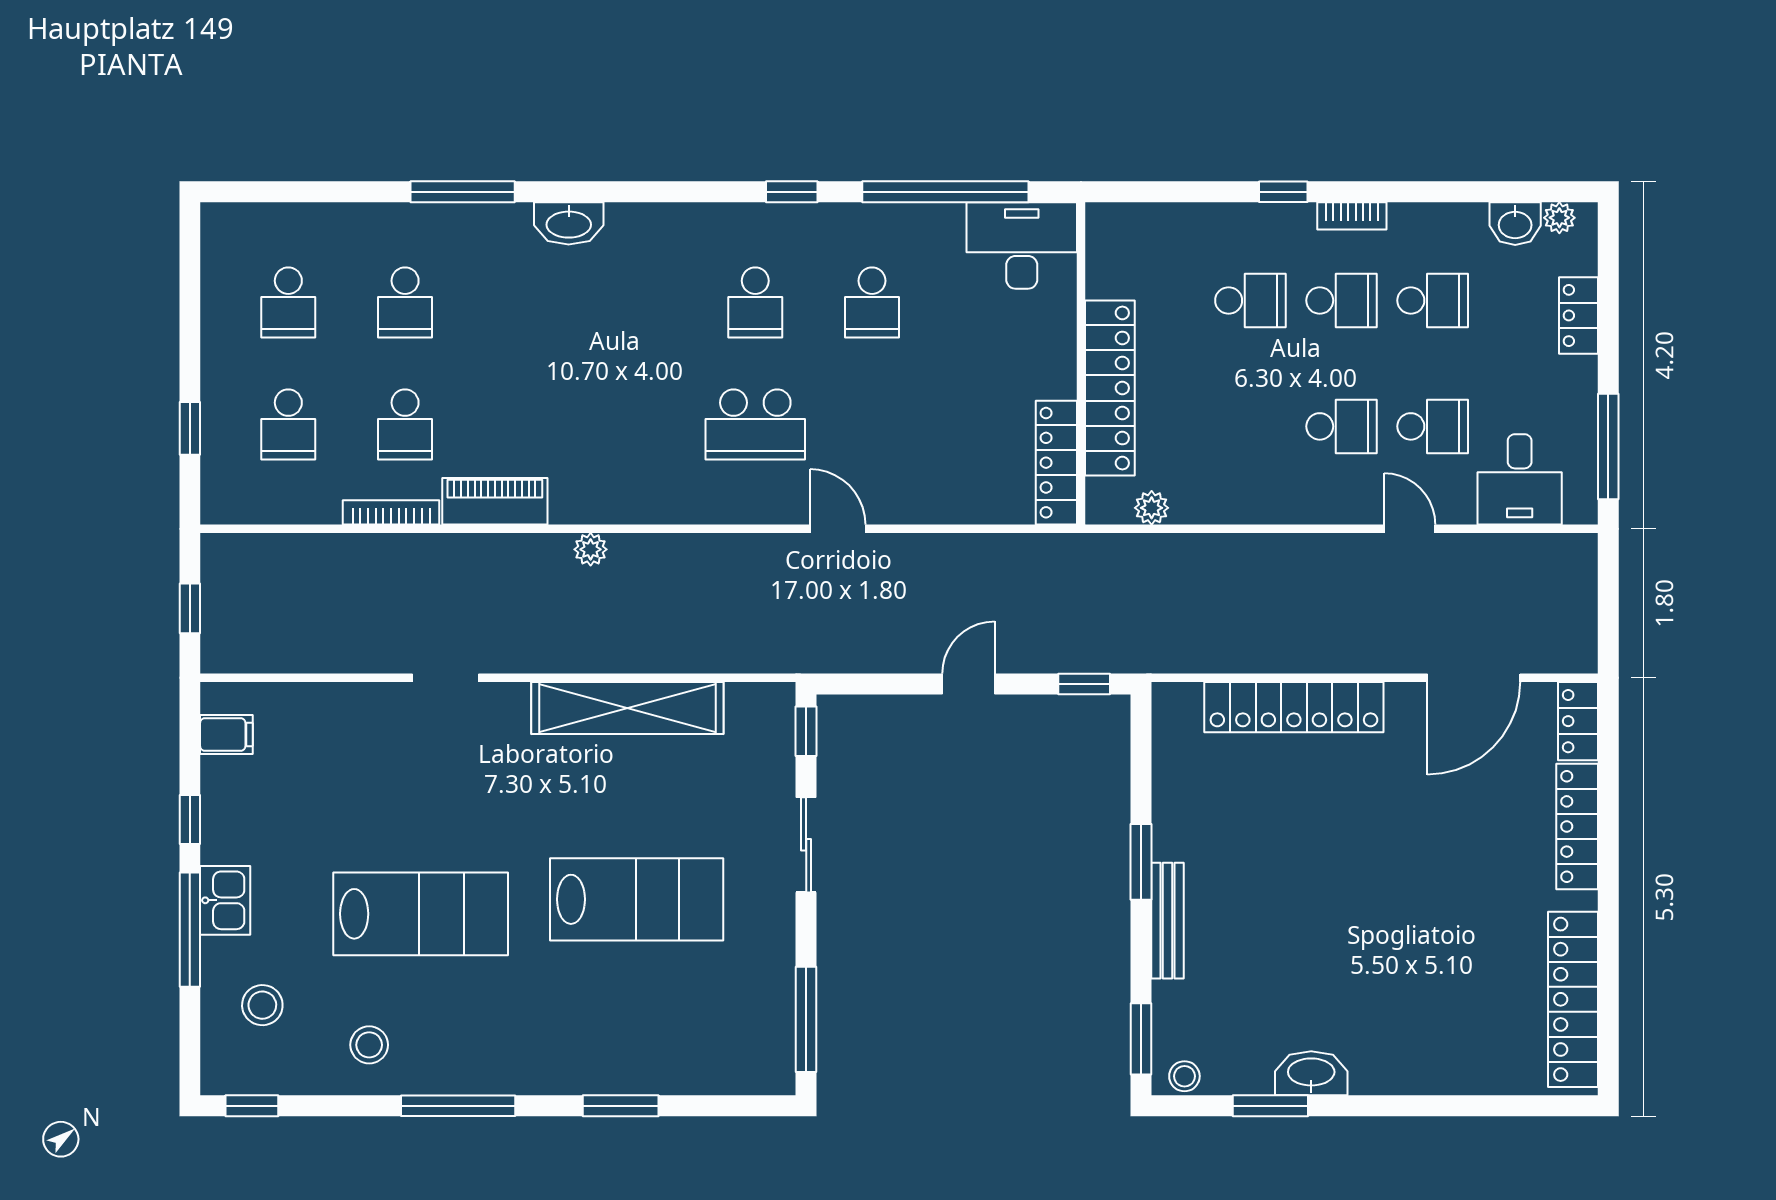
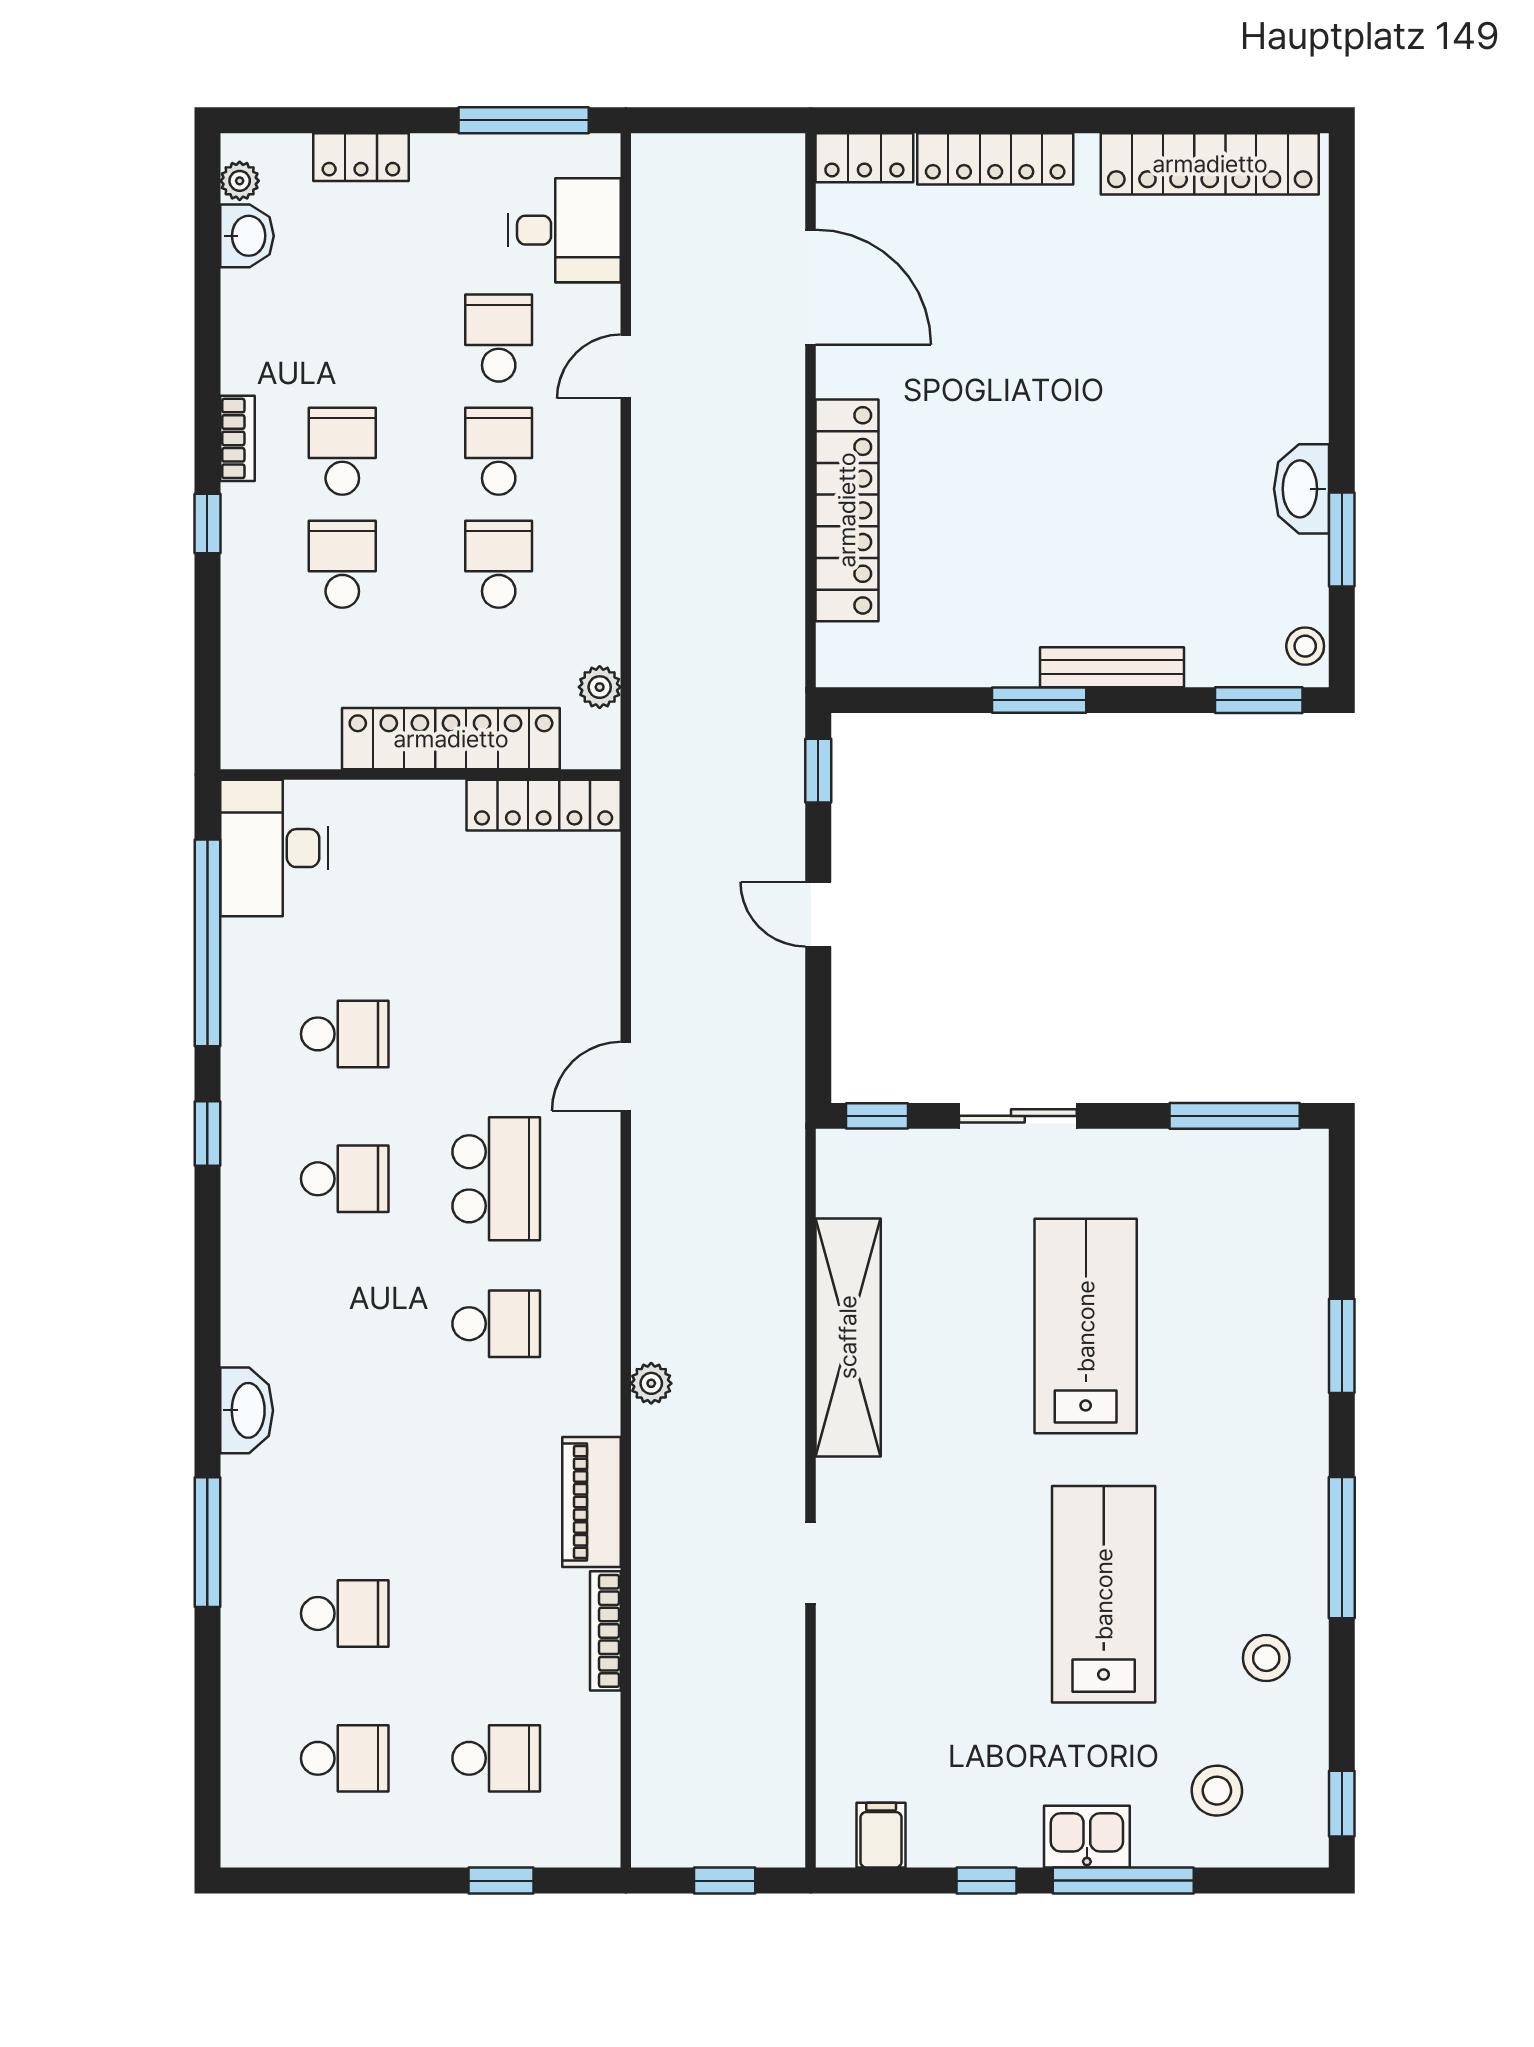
school desk: (1433, 300) -> (499, 564), moved
school desk: (405, 424) -> (496, 1324), moved

